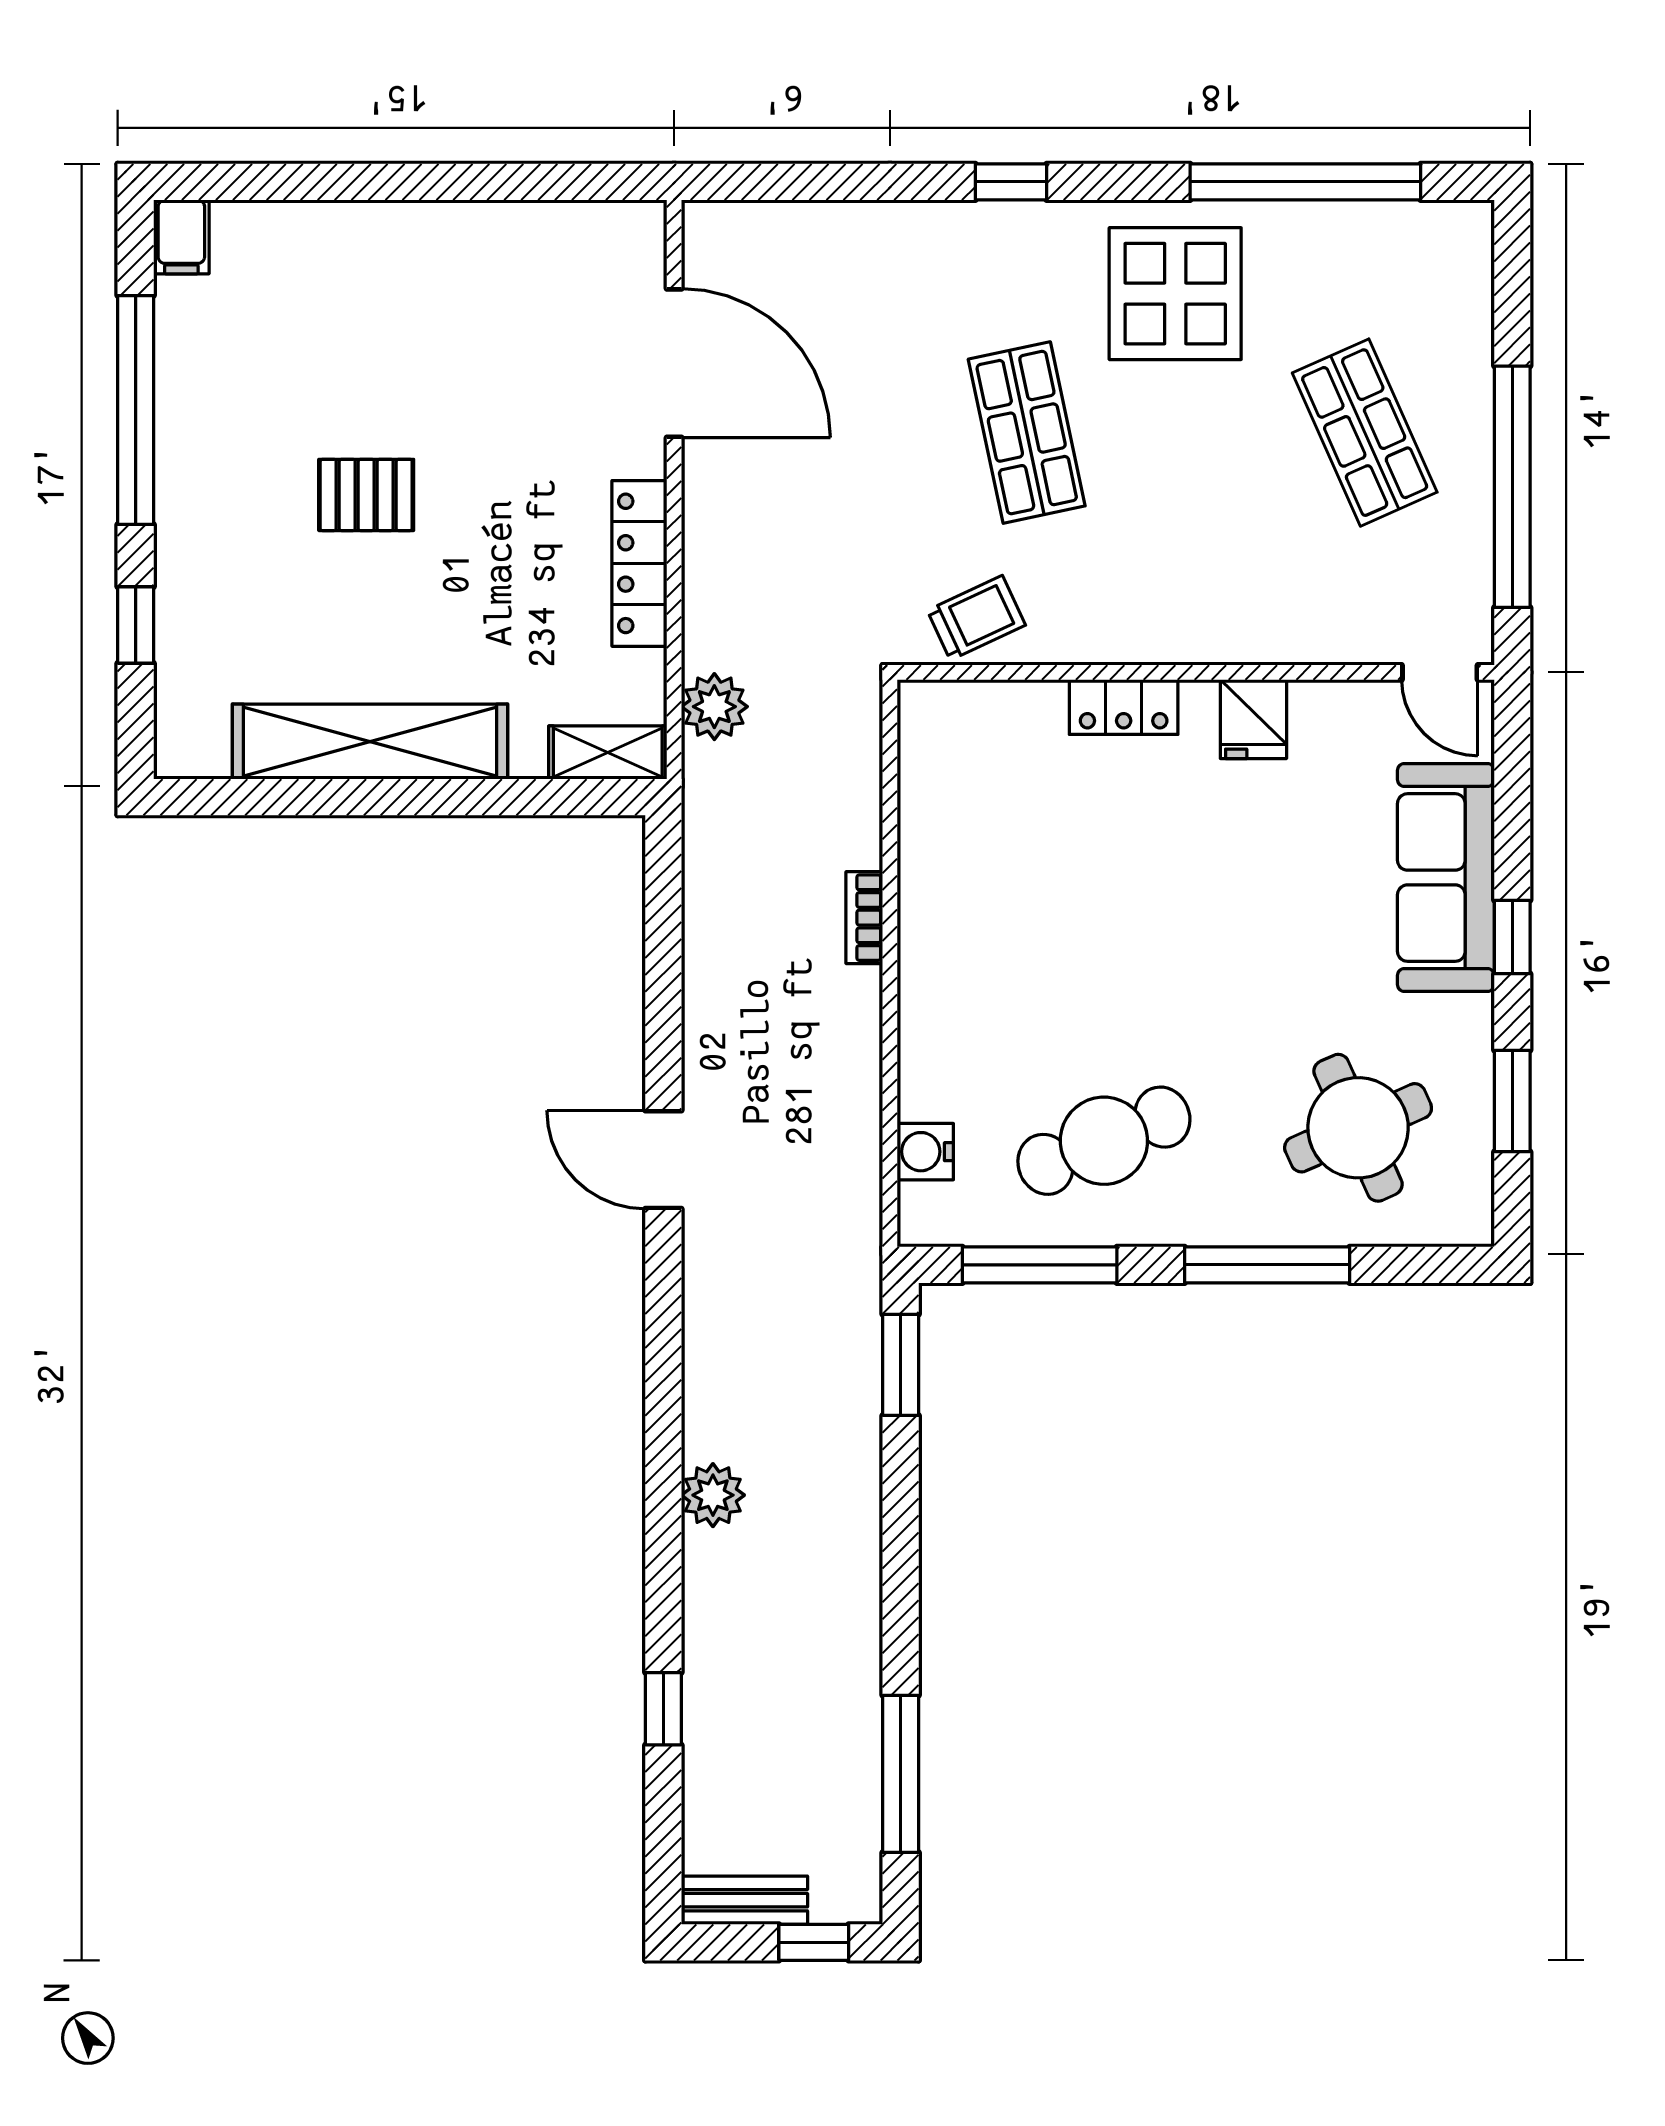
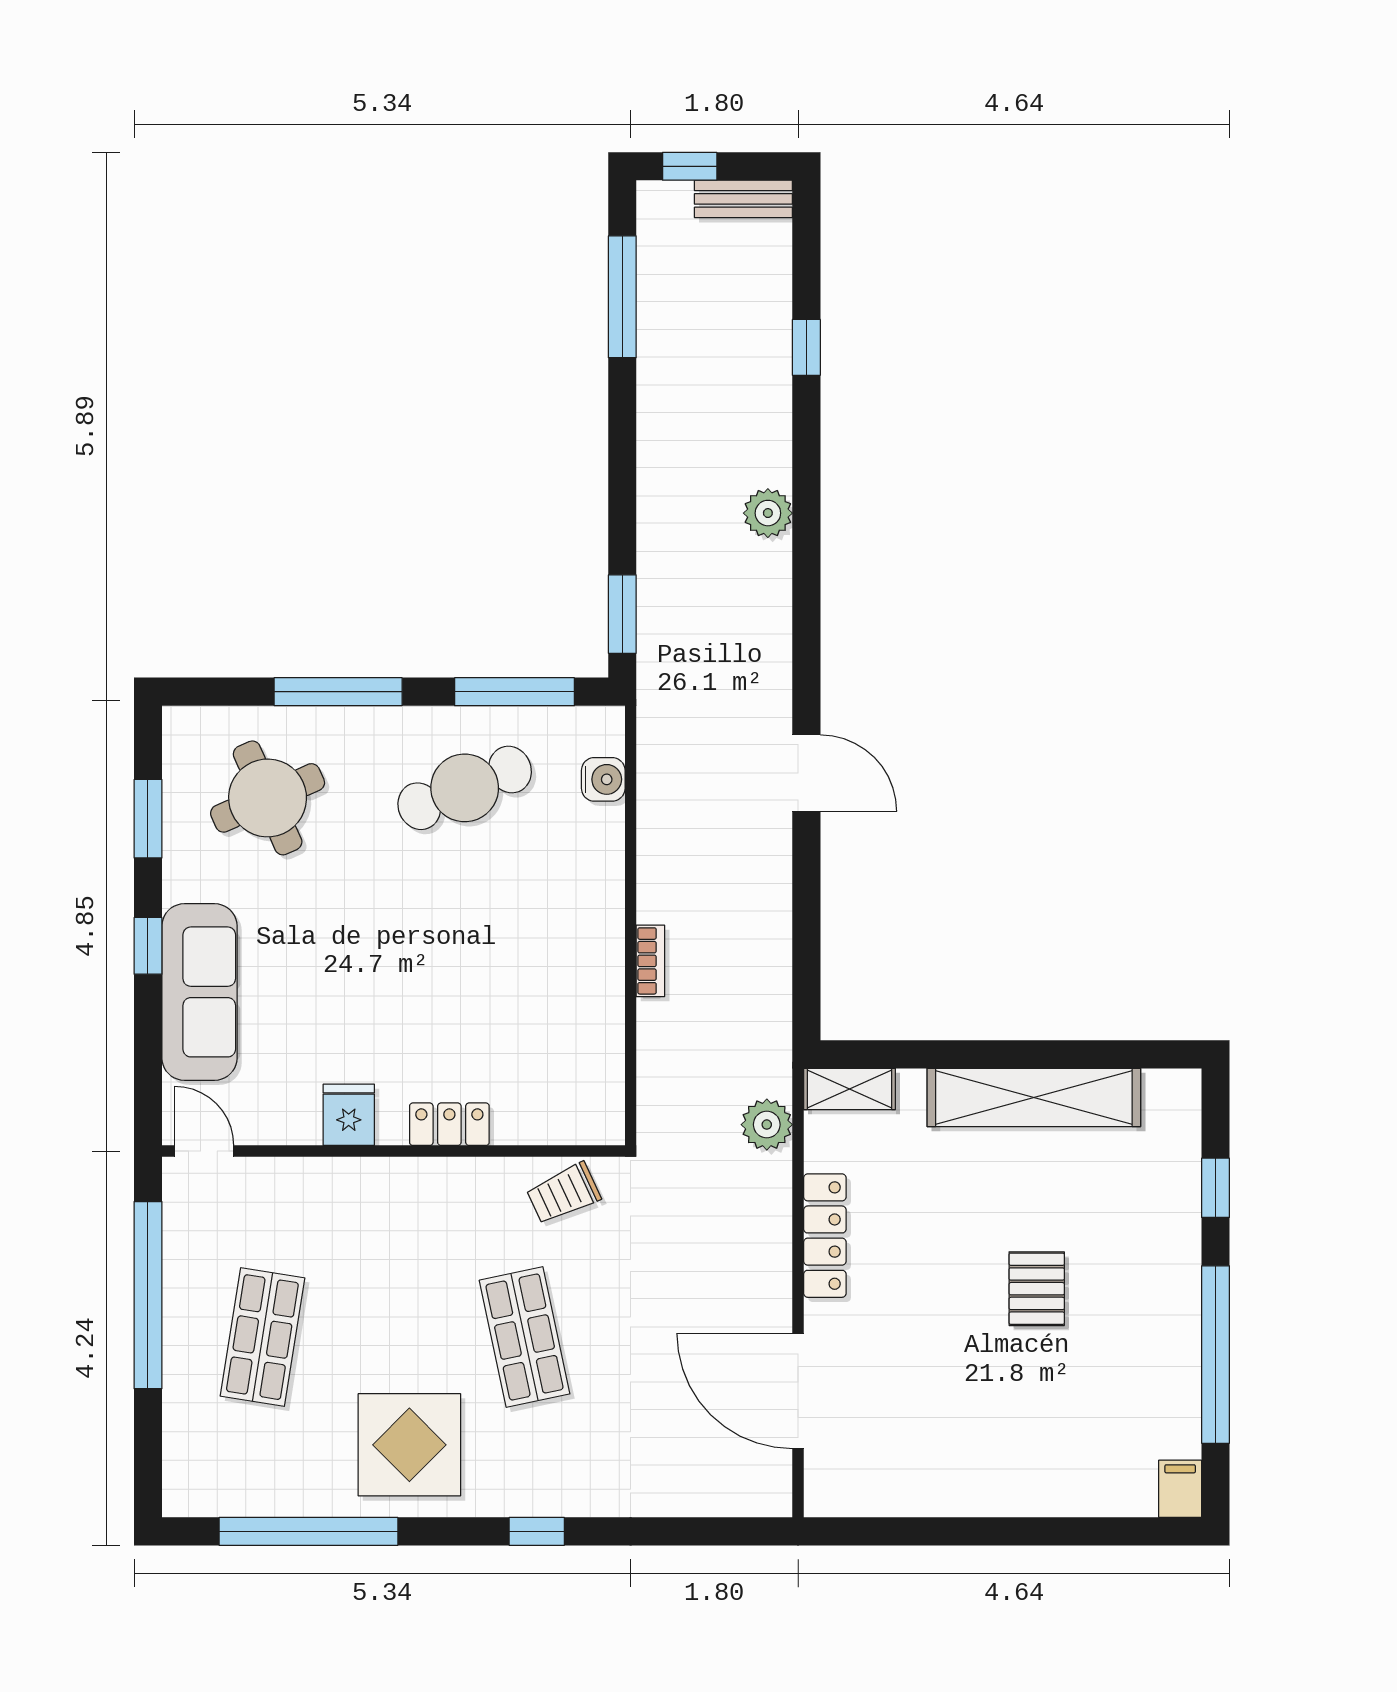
shop shelf: (1365, 433) -> (262, 1337), turned 33
pallet: (366, 495) -> (1037, 1289), turned 90

